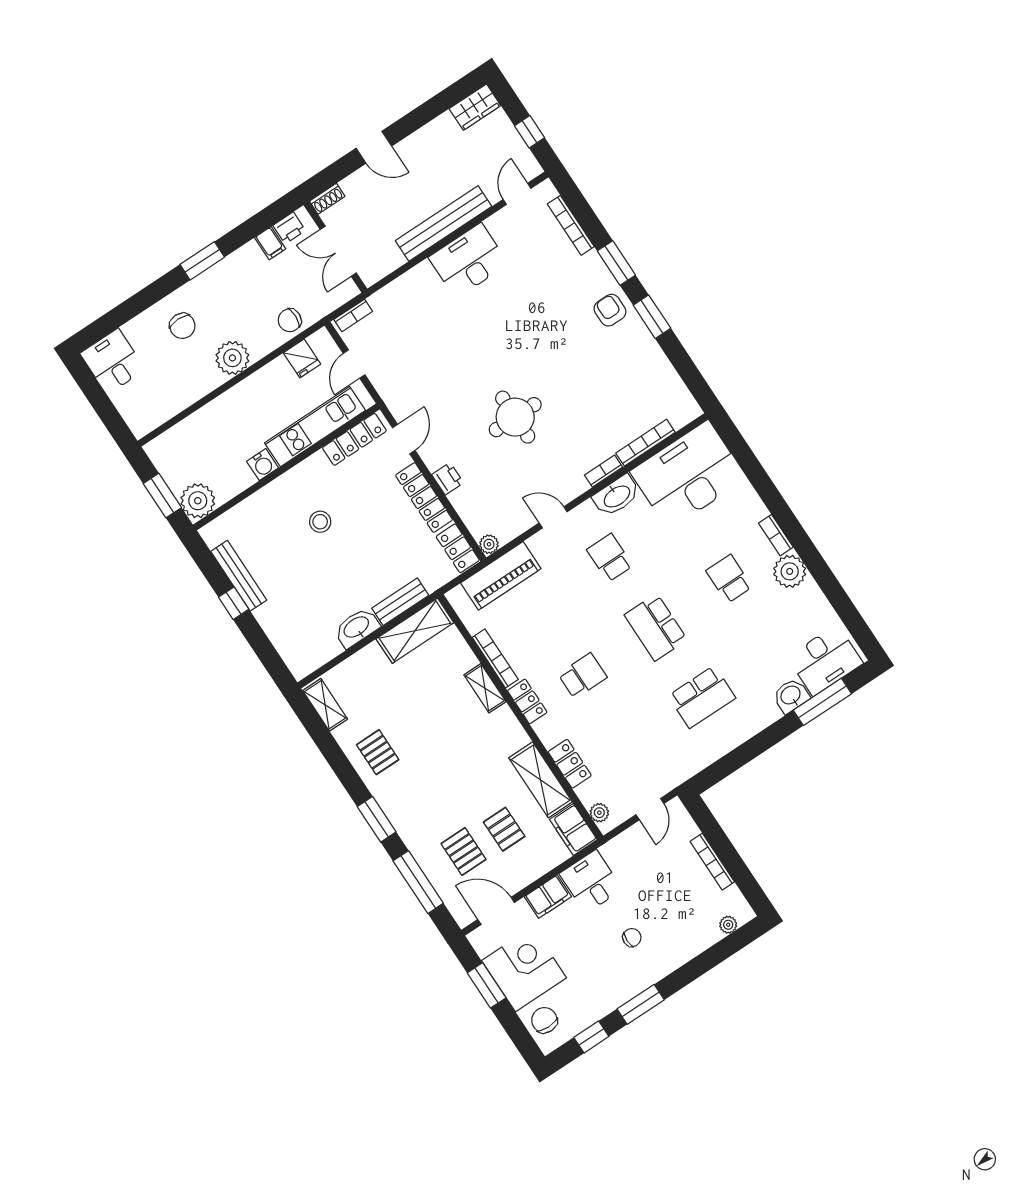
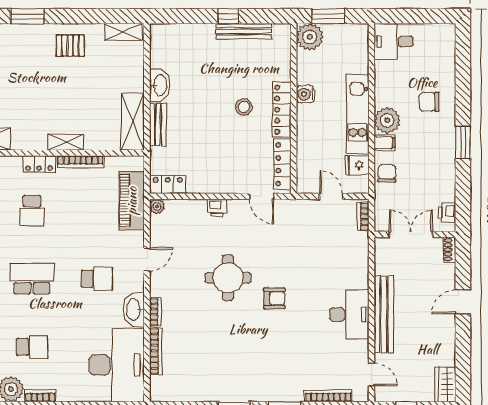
filing cabinet: (270, 243) -> (385, 143), moved, turned 180
armchair: (610, 310) -> (274, 298), moved
desk: (113, 361) -> (394, 42), moved, turned 180
kitchen unit: (315, 427) -> (358, 114), moved, turned 180
locker: (424, 497) -> (282, 110), moved, turned -90

